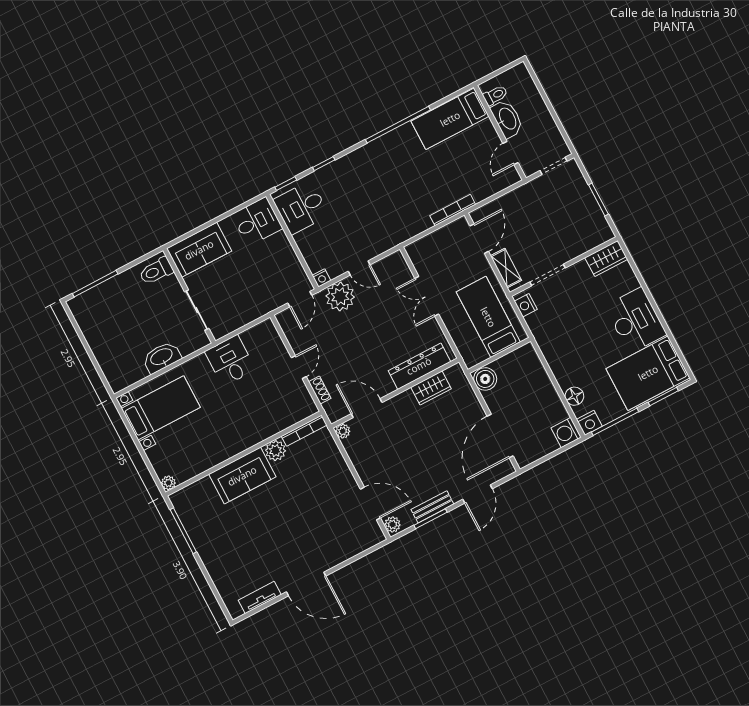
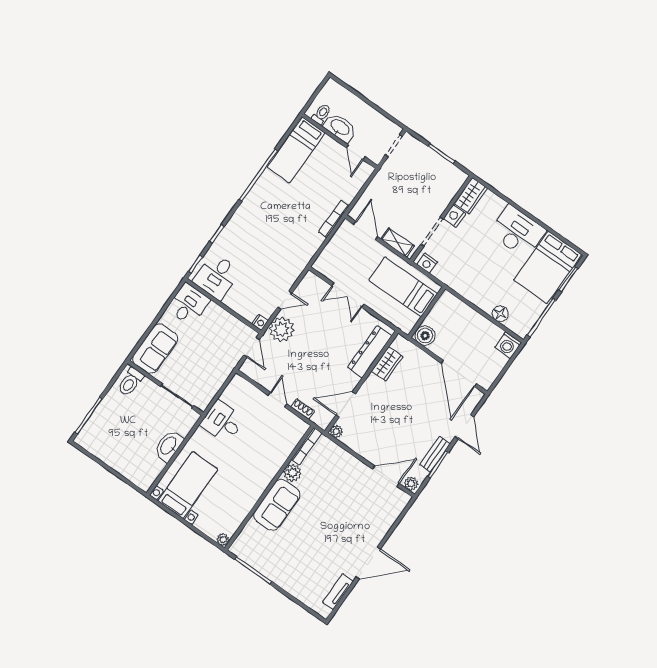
nightstand: (589, 423) -> (455, 216), moved, turned 180

